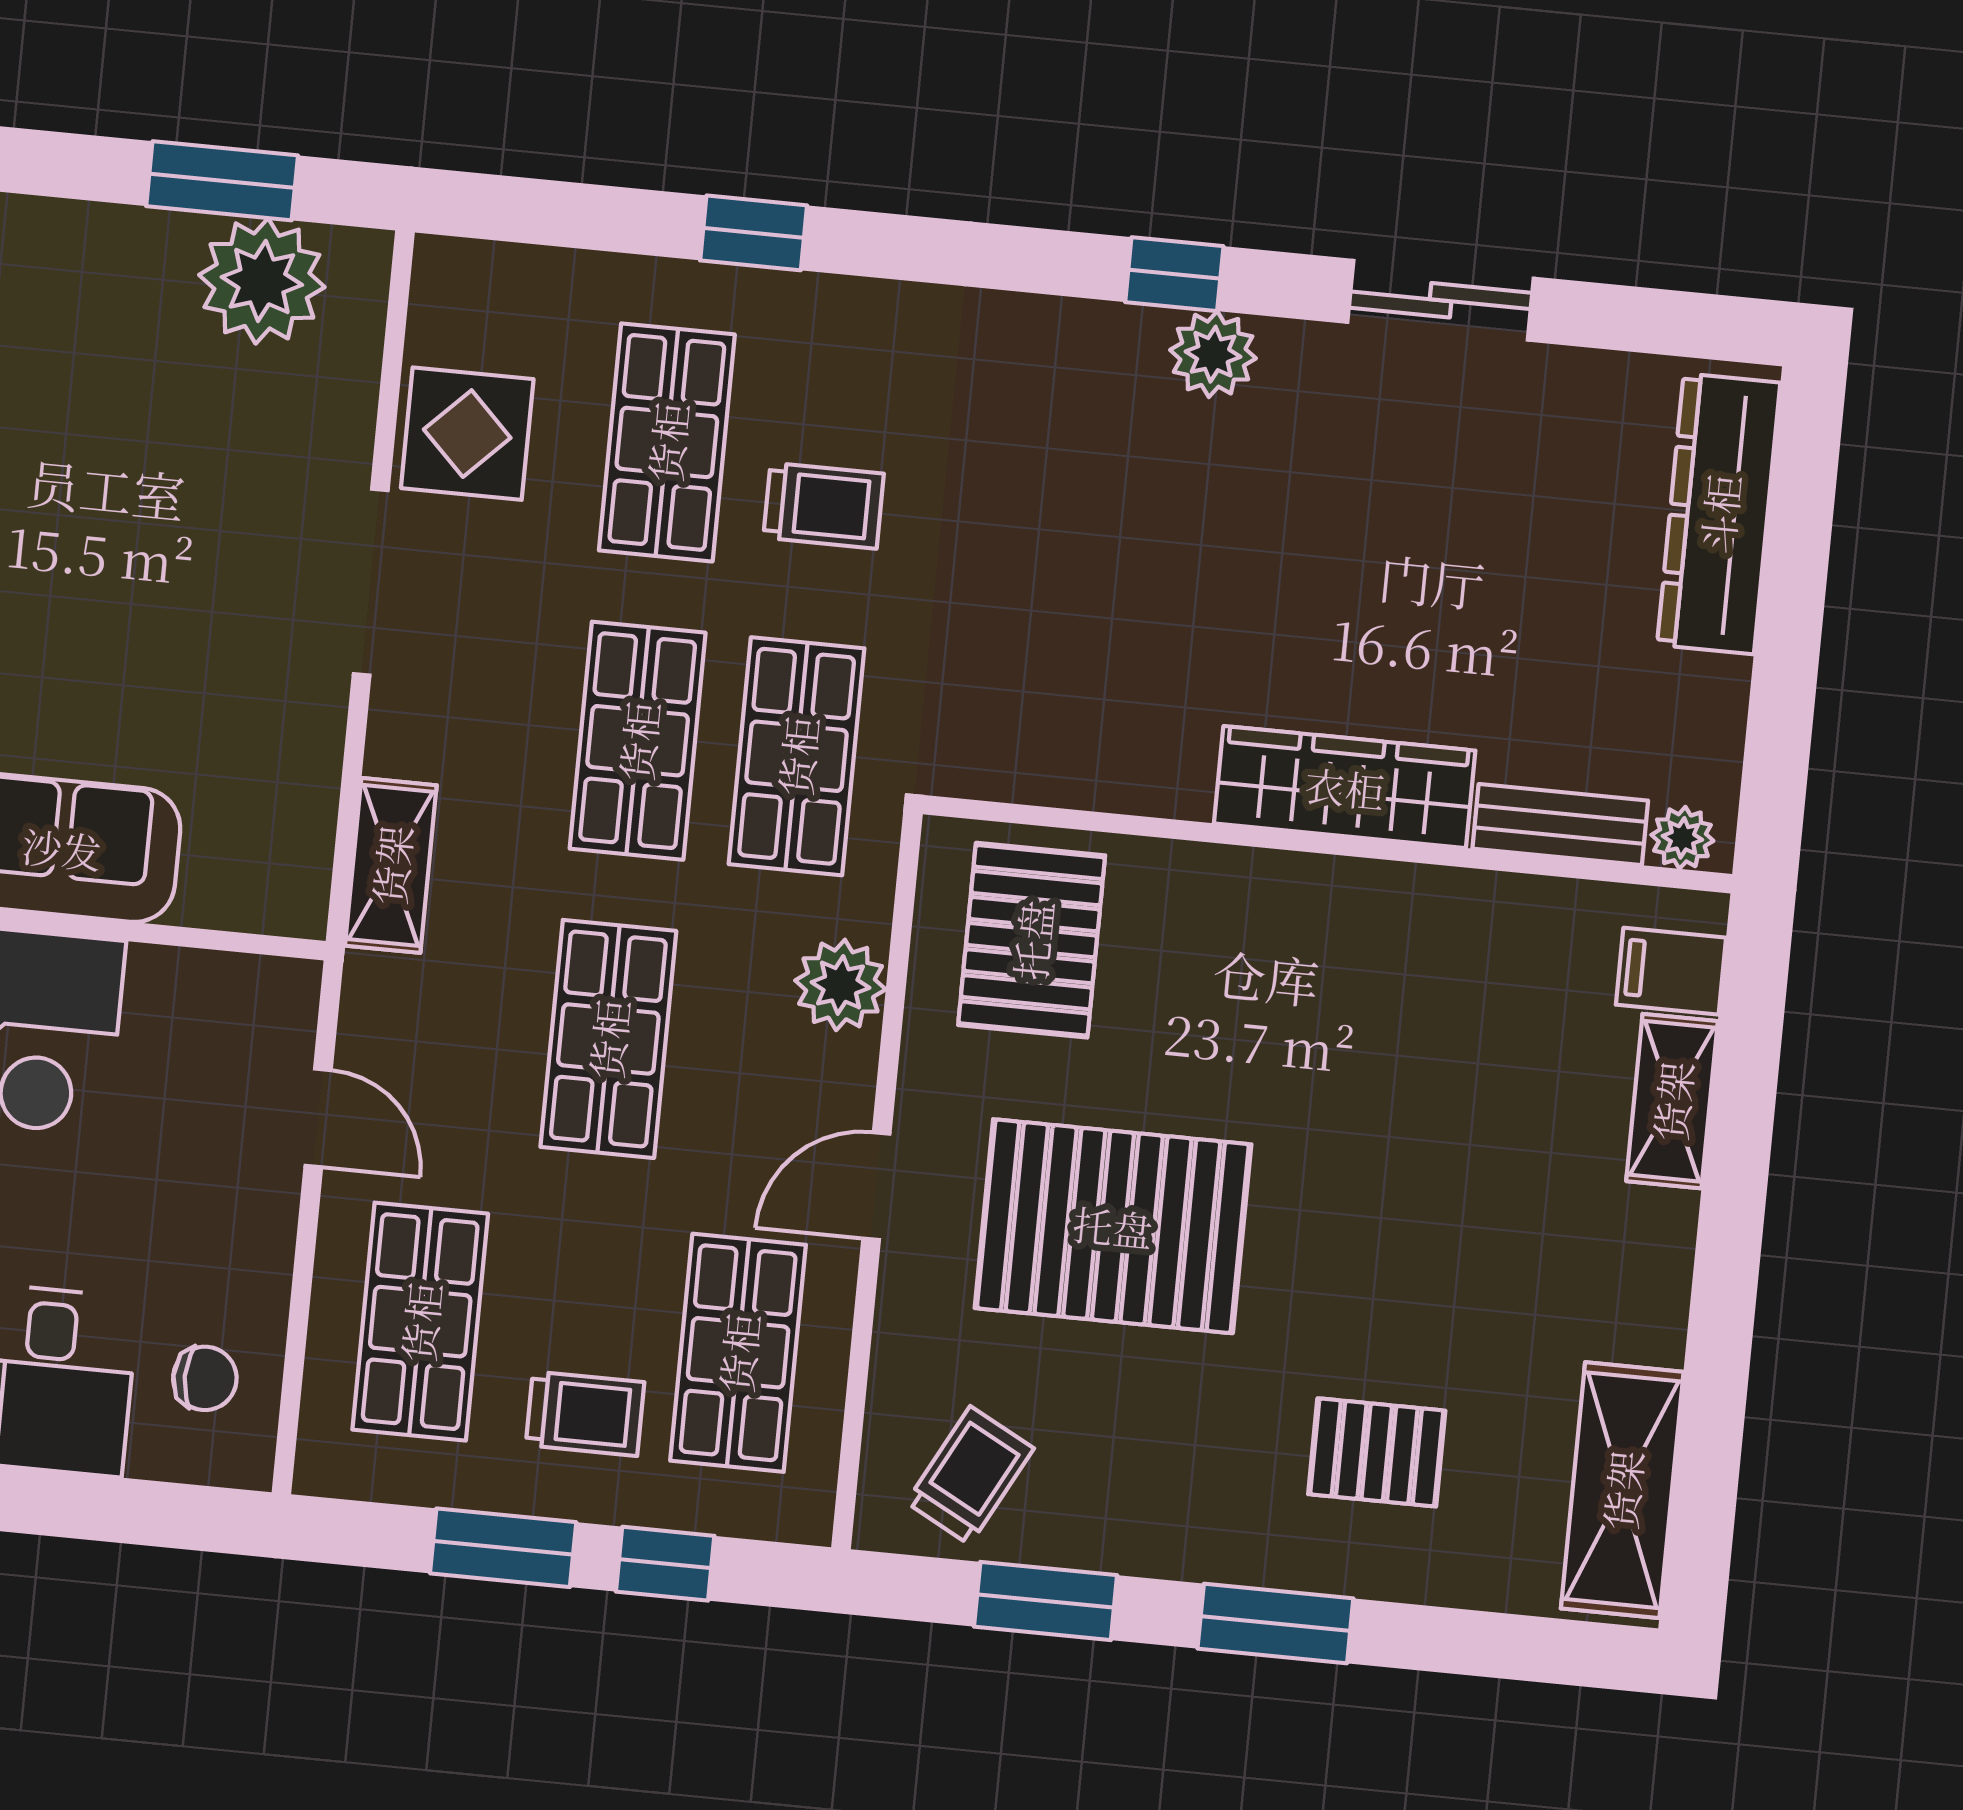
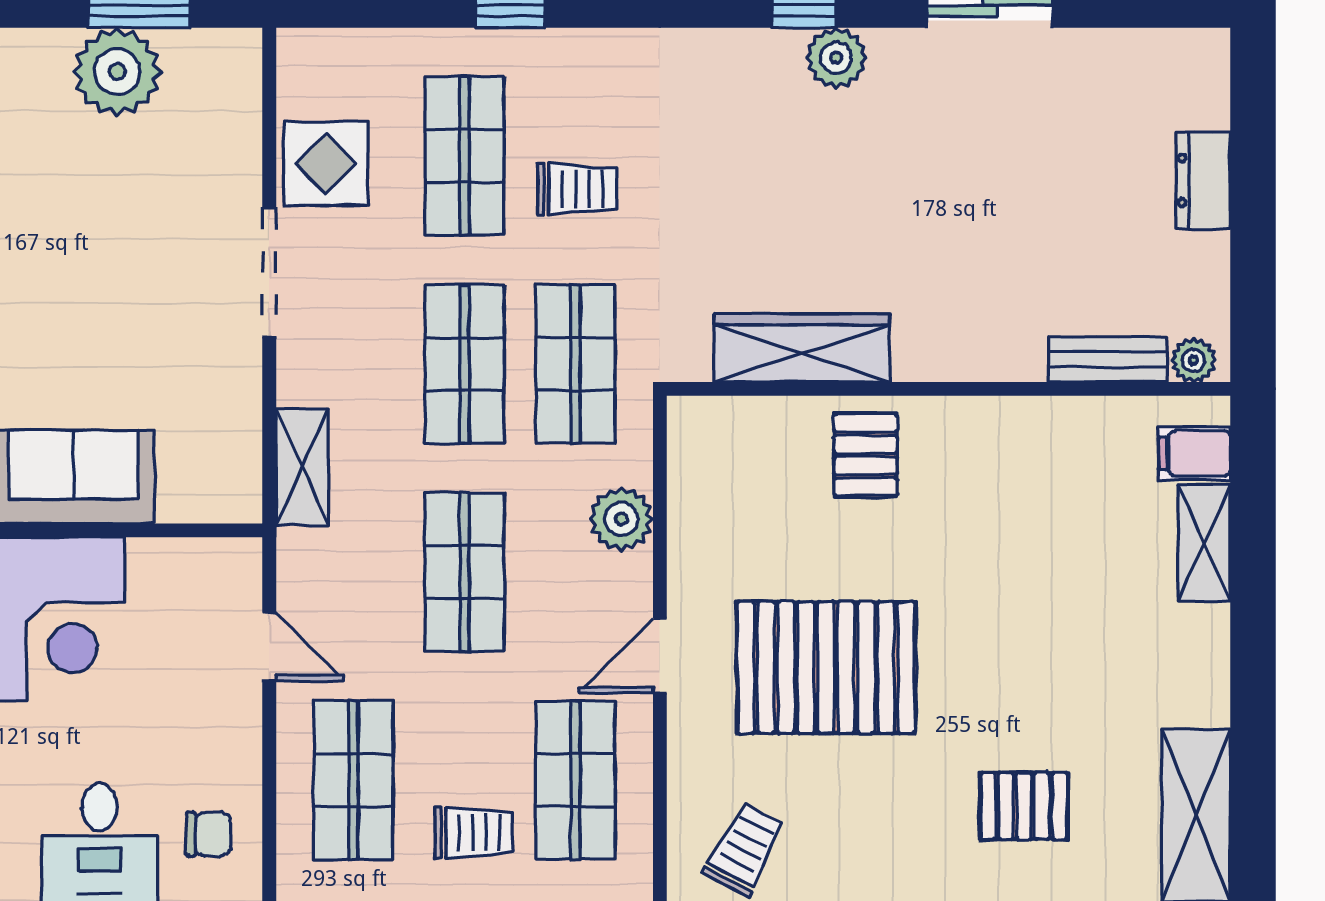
plant: (262, 281) -> (117, 72), moved
dresser: (1719, 514) -> (1203, 180), width x0.51, depth x0.80
wardrobe: (1345, 787) -> (802, 348), moved
pallet: (1032, 940) -> (866, 455), moved, width x0.67, depth x0.71

